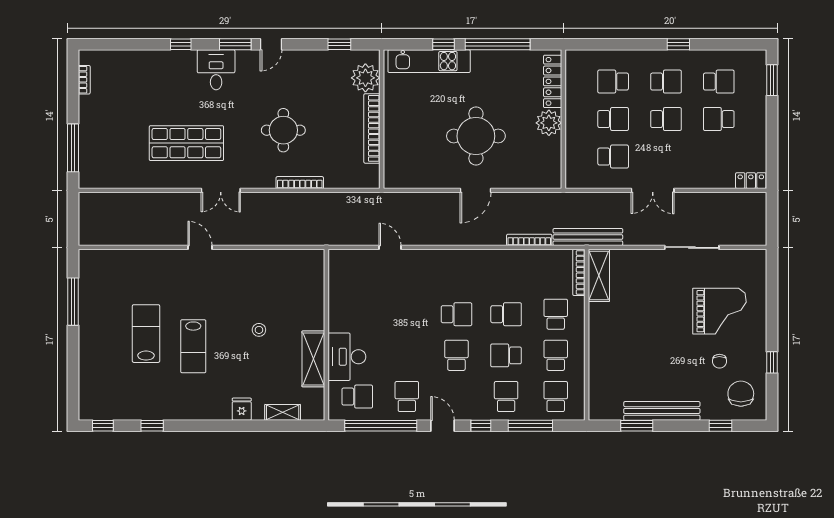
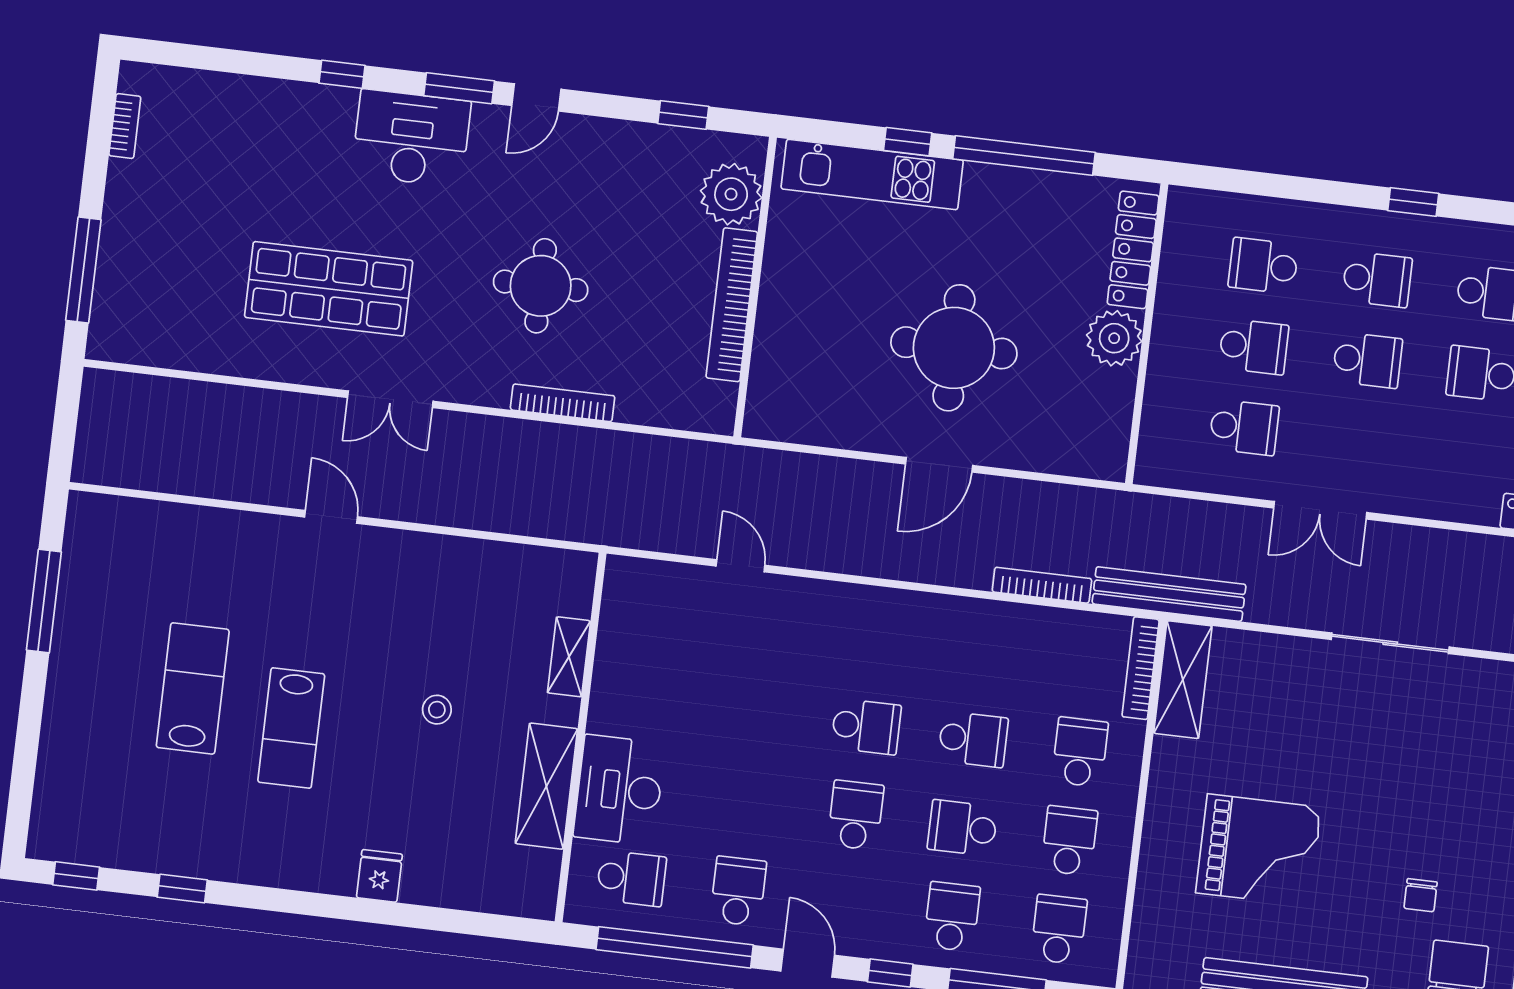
desk: (216, 70) -> (411, 138), width x1.37
grand piano: (719, 311) -> (1259, 850), moved
shelving: (283, 412) -> (569, 657), moved, turned 90

